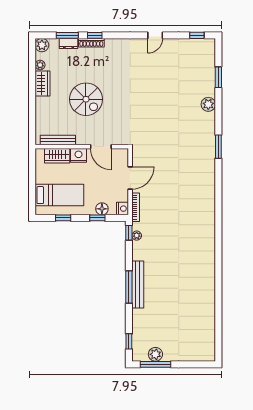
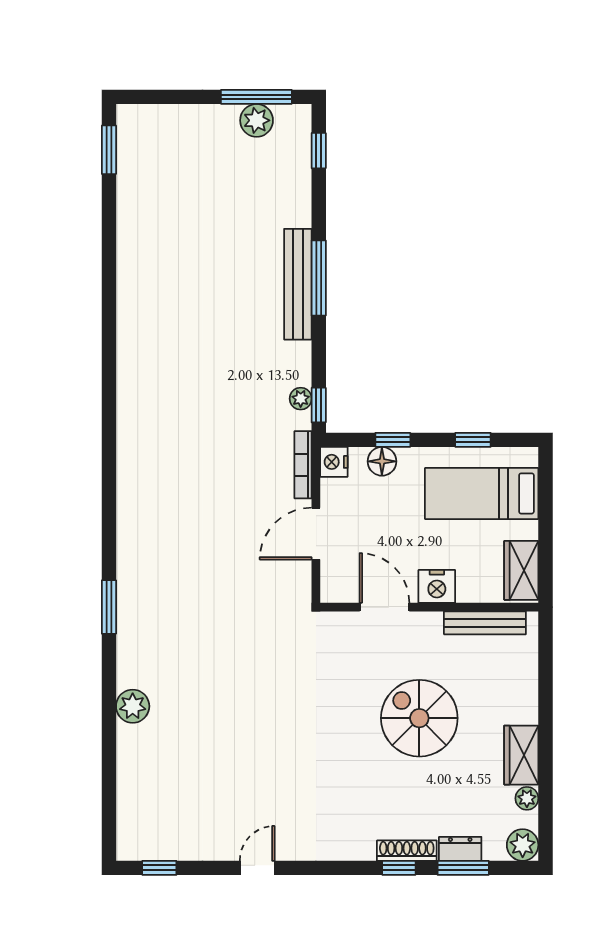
window: (218, 77) -> (109, 150), moved
wardrobe: (57, 156) -> (521, 570), moved, turned -90

